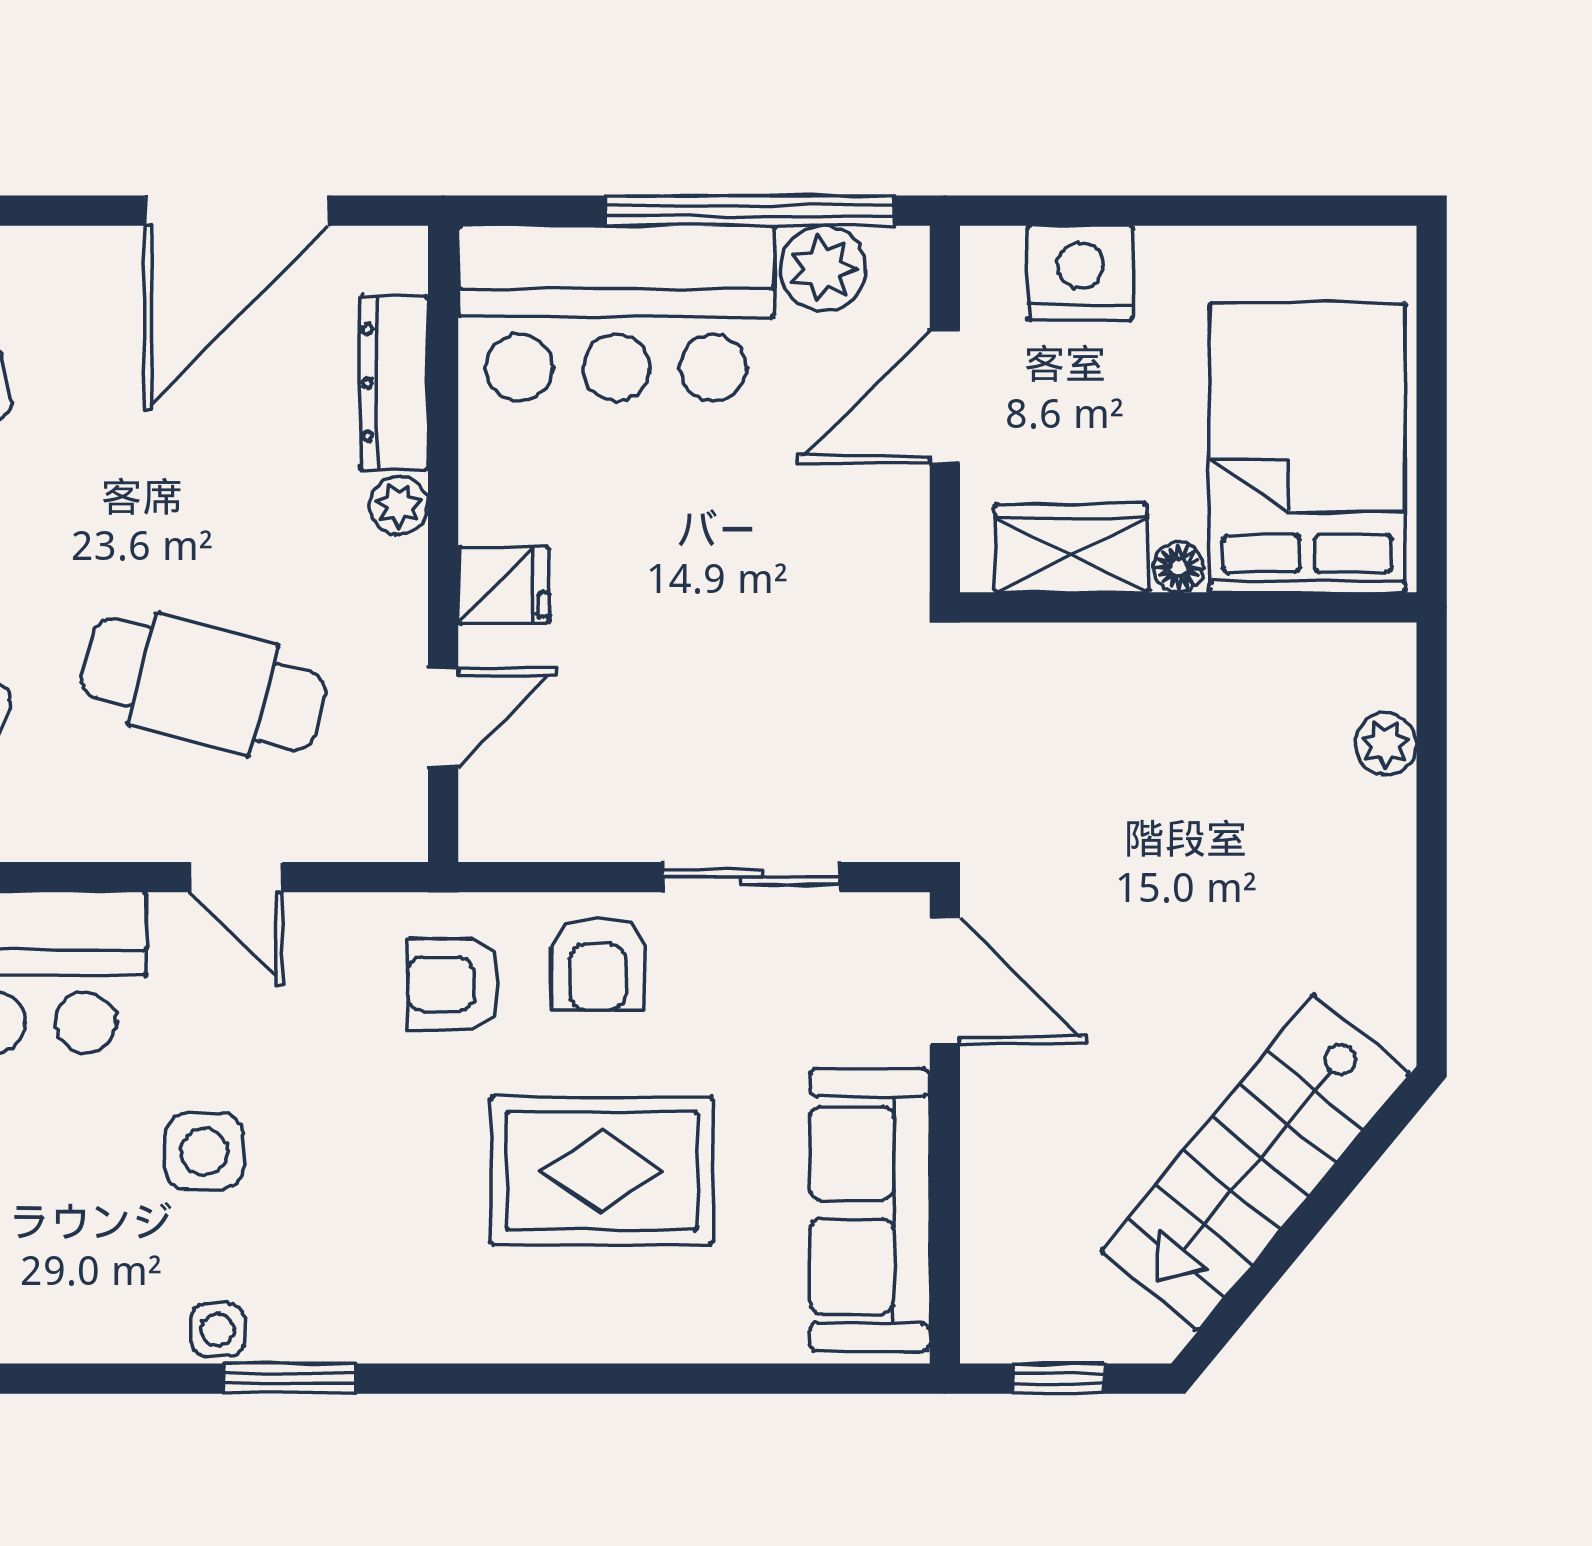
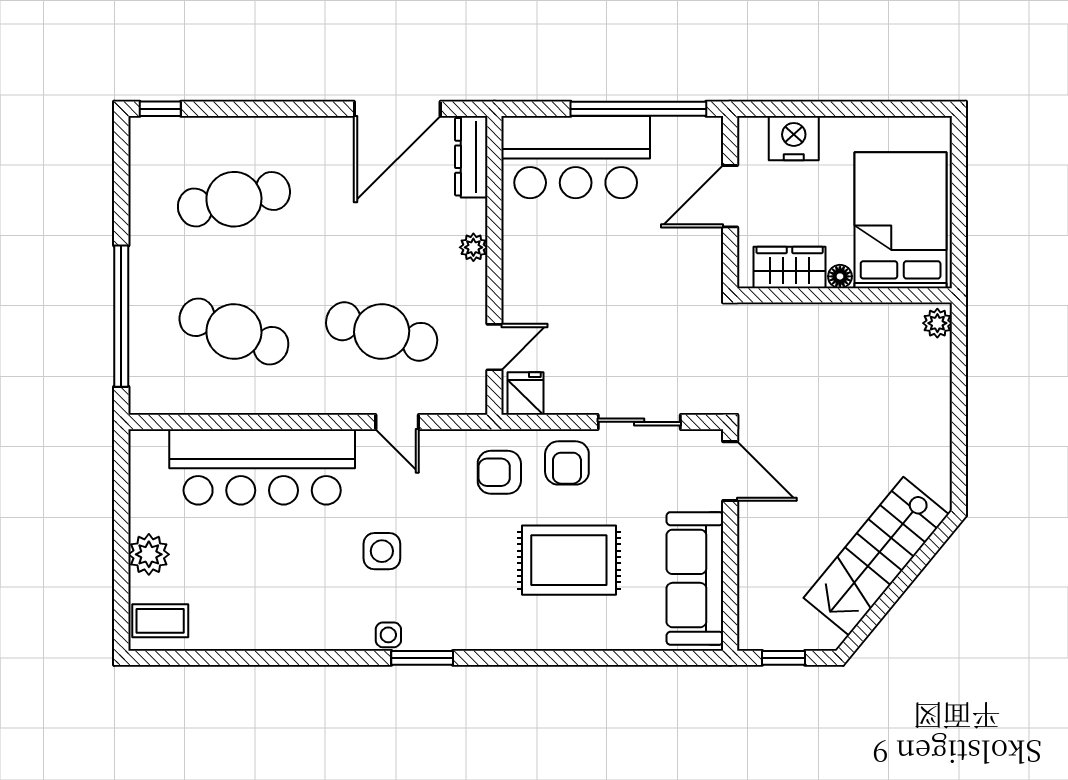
plant: (823, 268) -> (673, 136), removed
dresser: (394, 383) -> (471, 157), moved
fridge: (504, 585) -> (525, 394), moved, turned -90
plant: (1386, 744) -> (937, 323), moved

